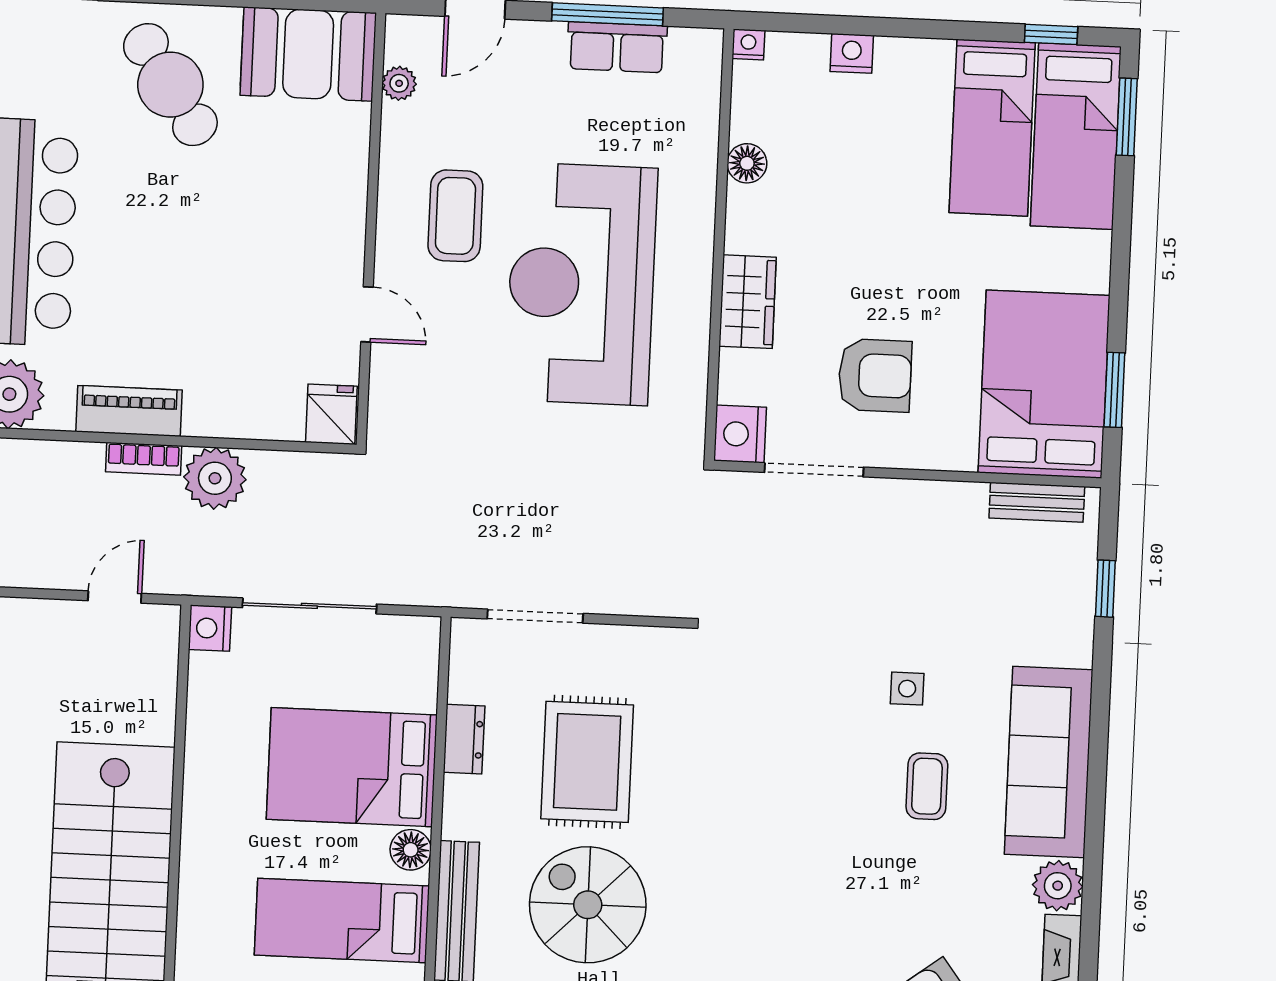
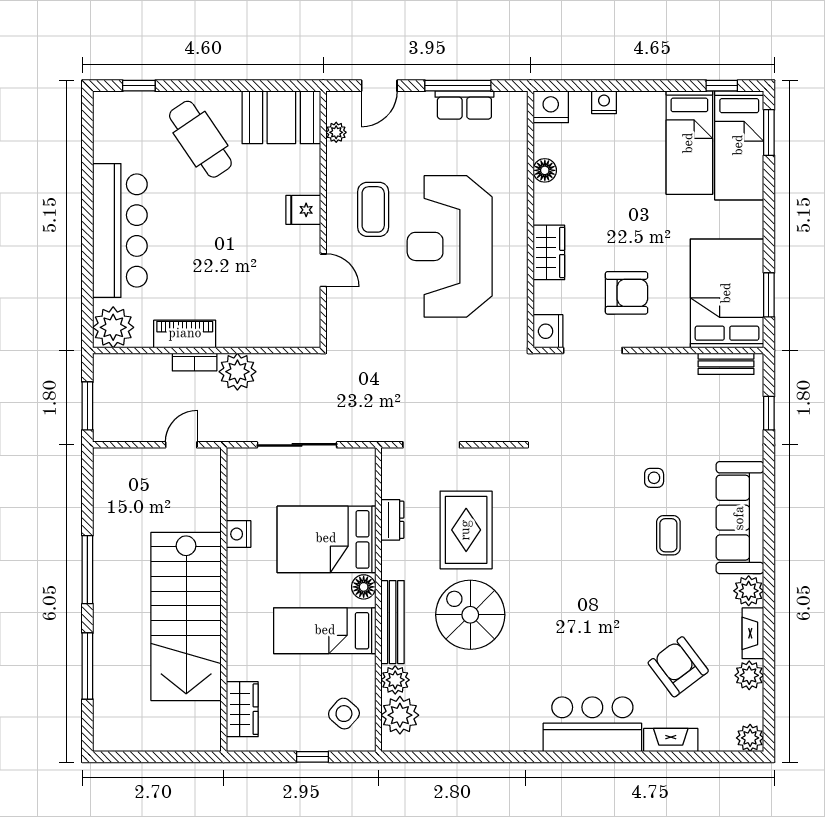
nightstand: (748, 44) -> (551, 107), width x1.89, depth x1.79
fridge: (331, 414) -> (303, 210), moved, turned -90
nightstand: (210, 628) -> (239, 534), moved

